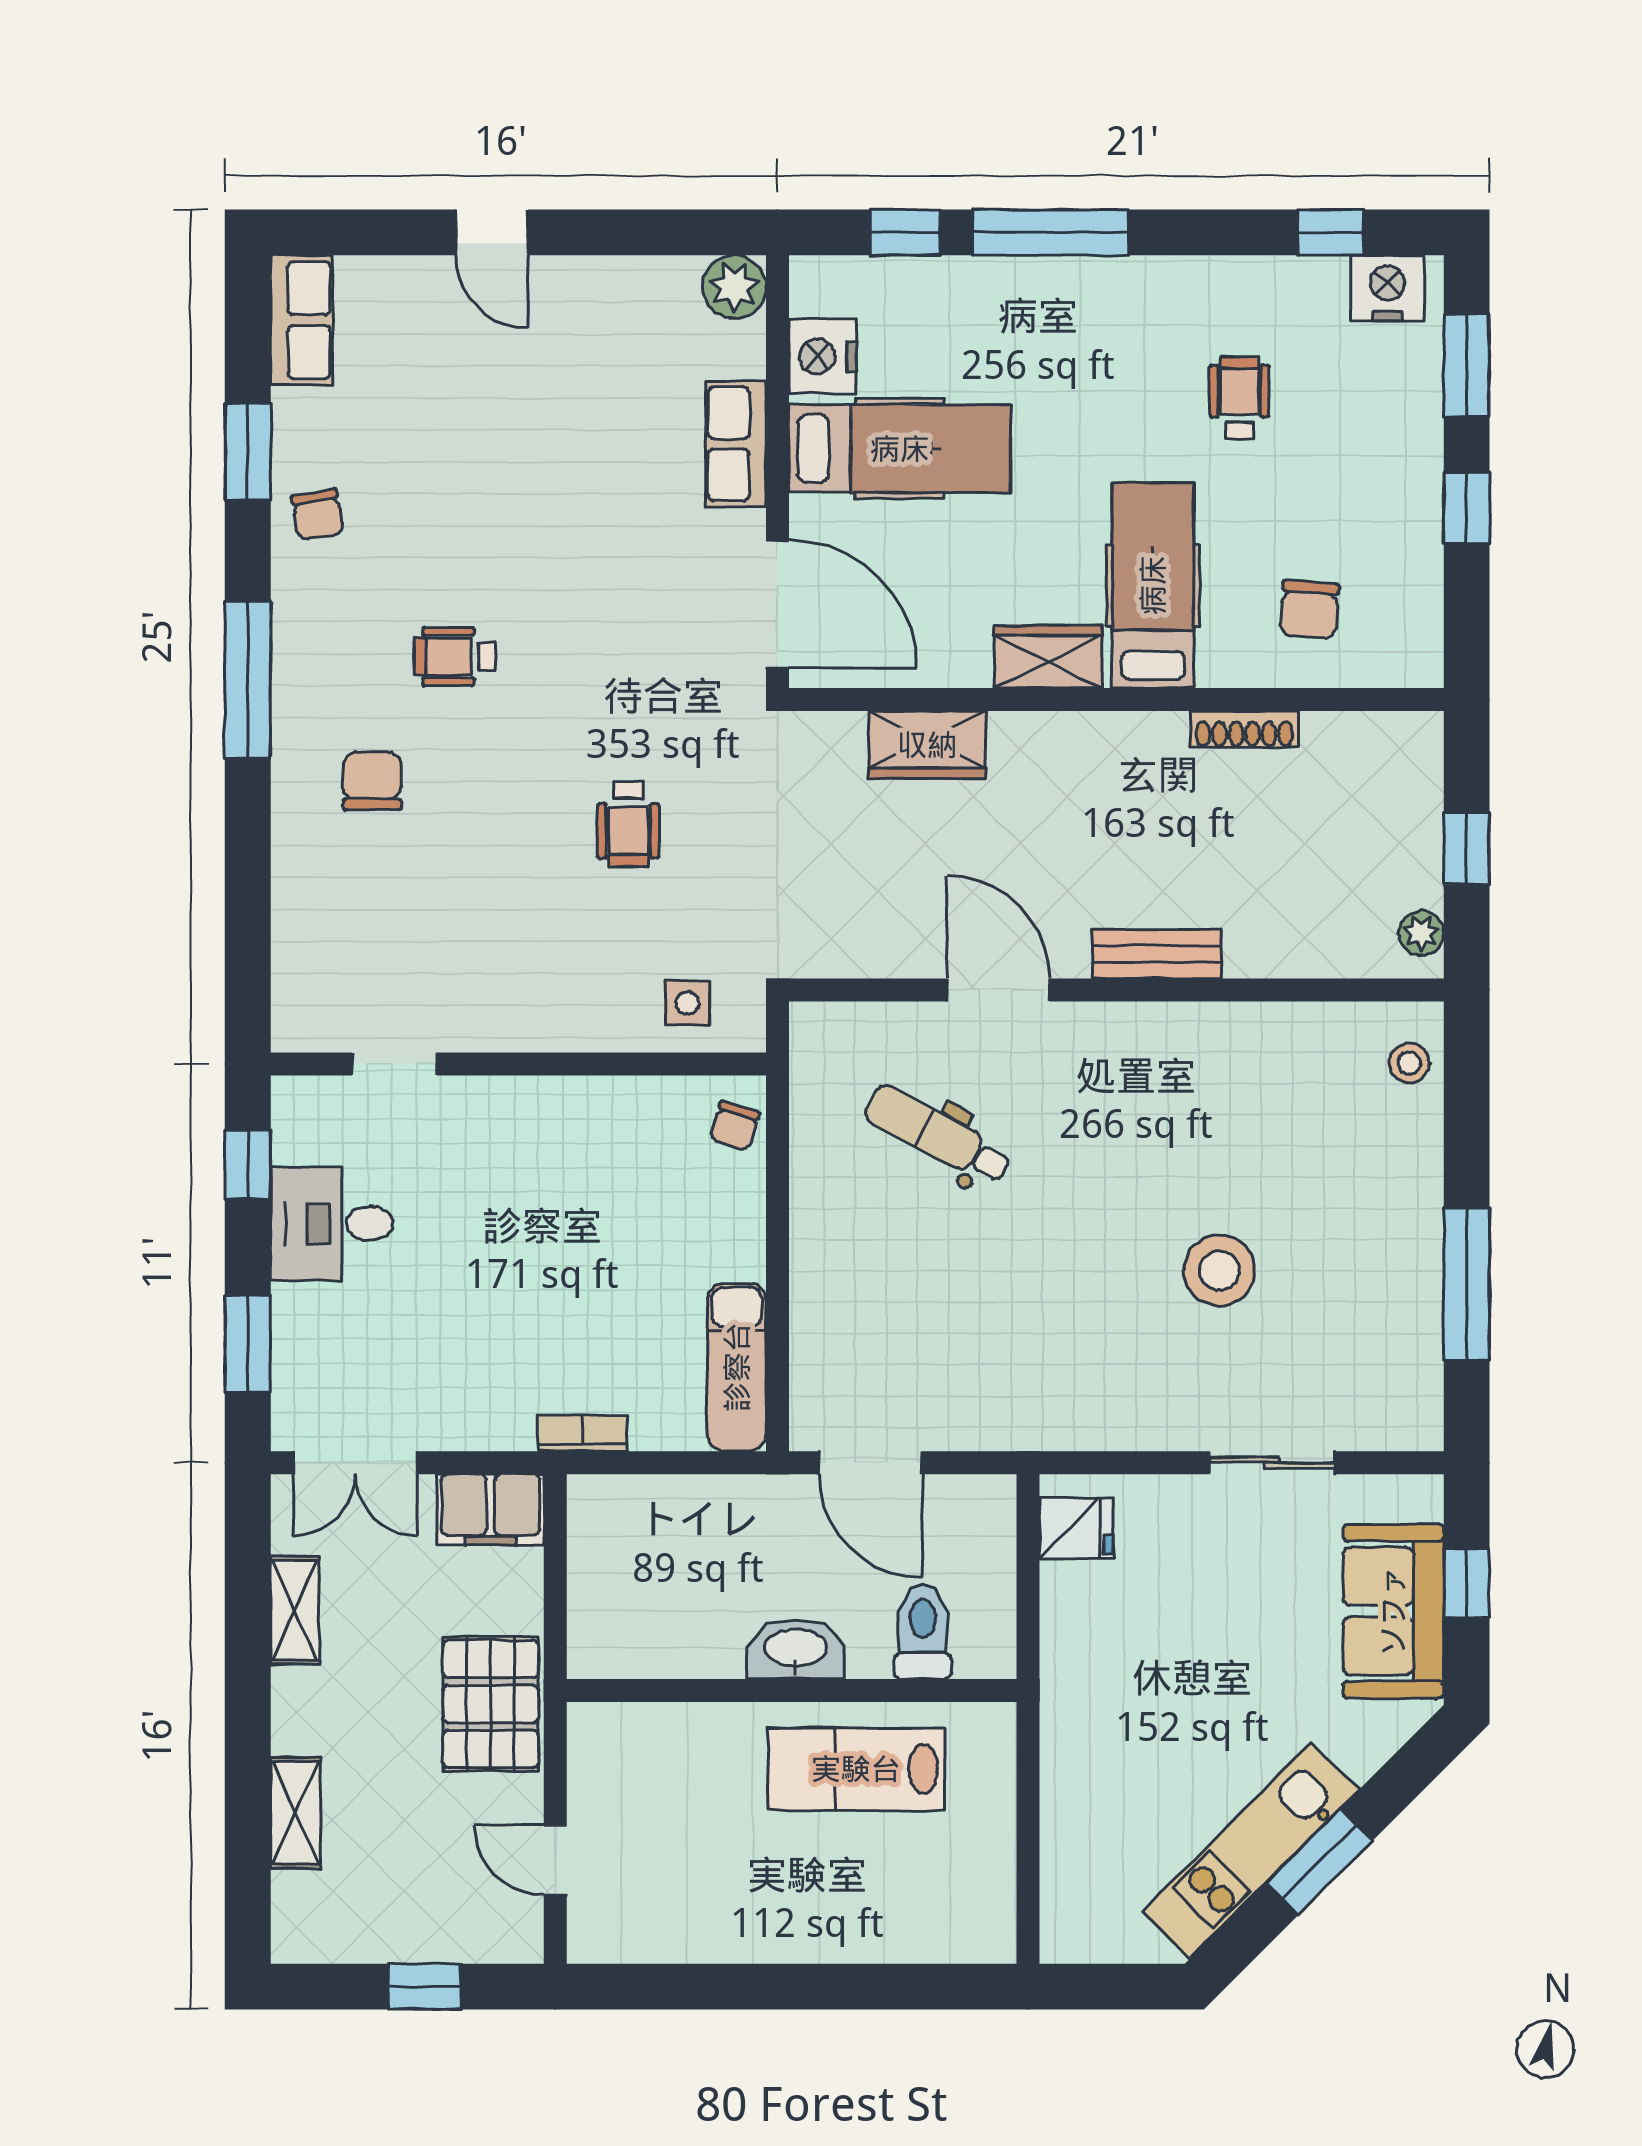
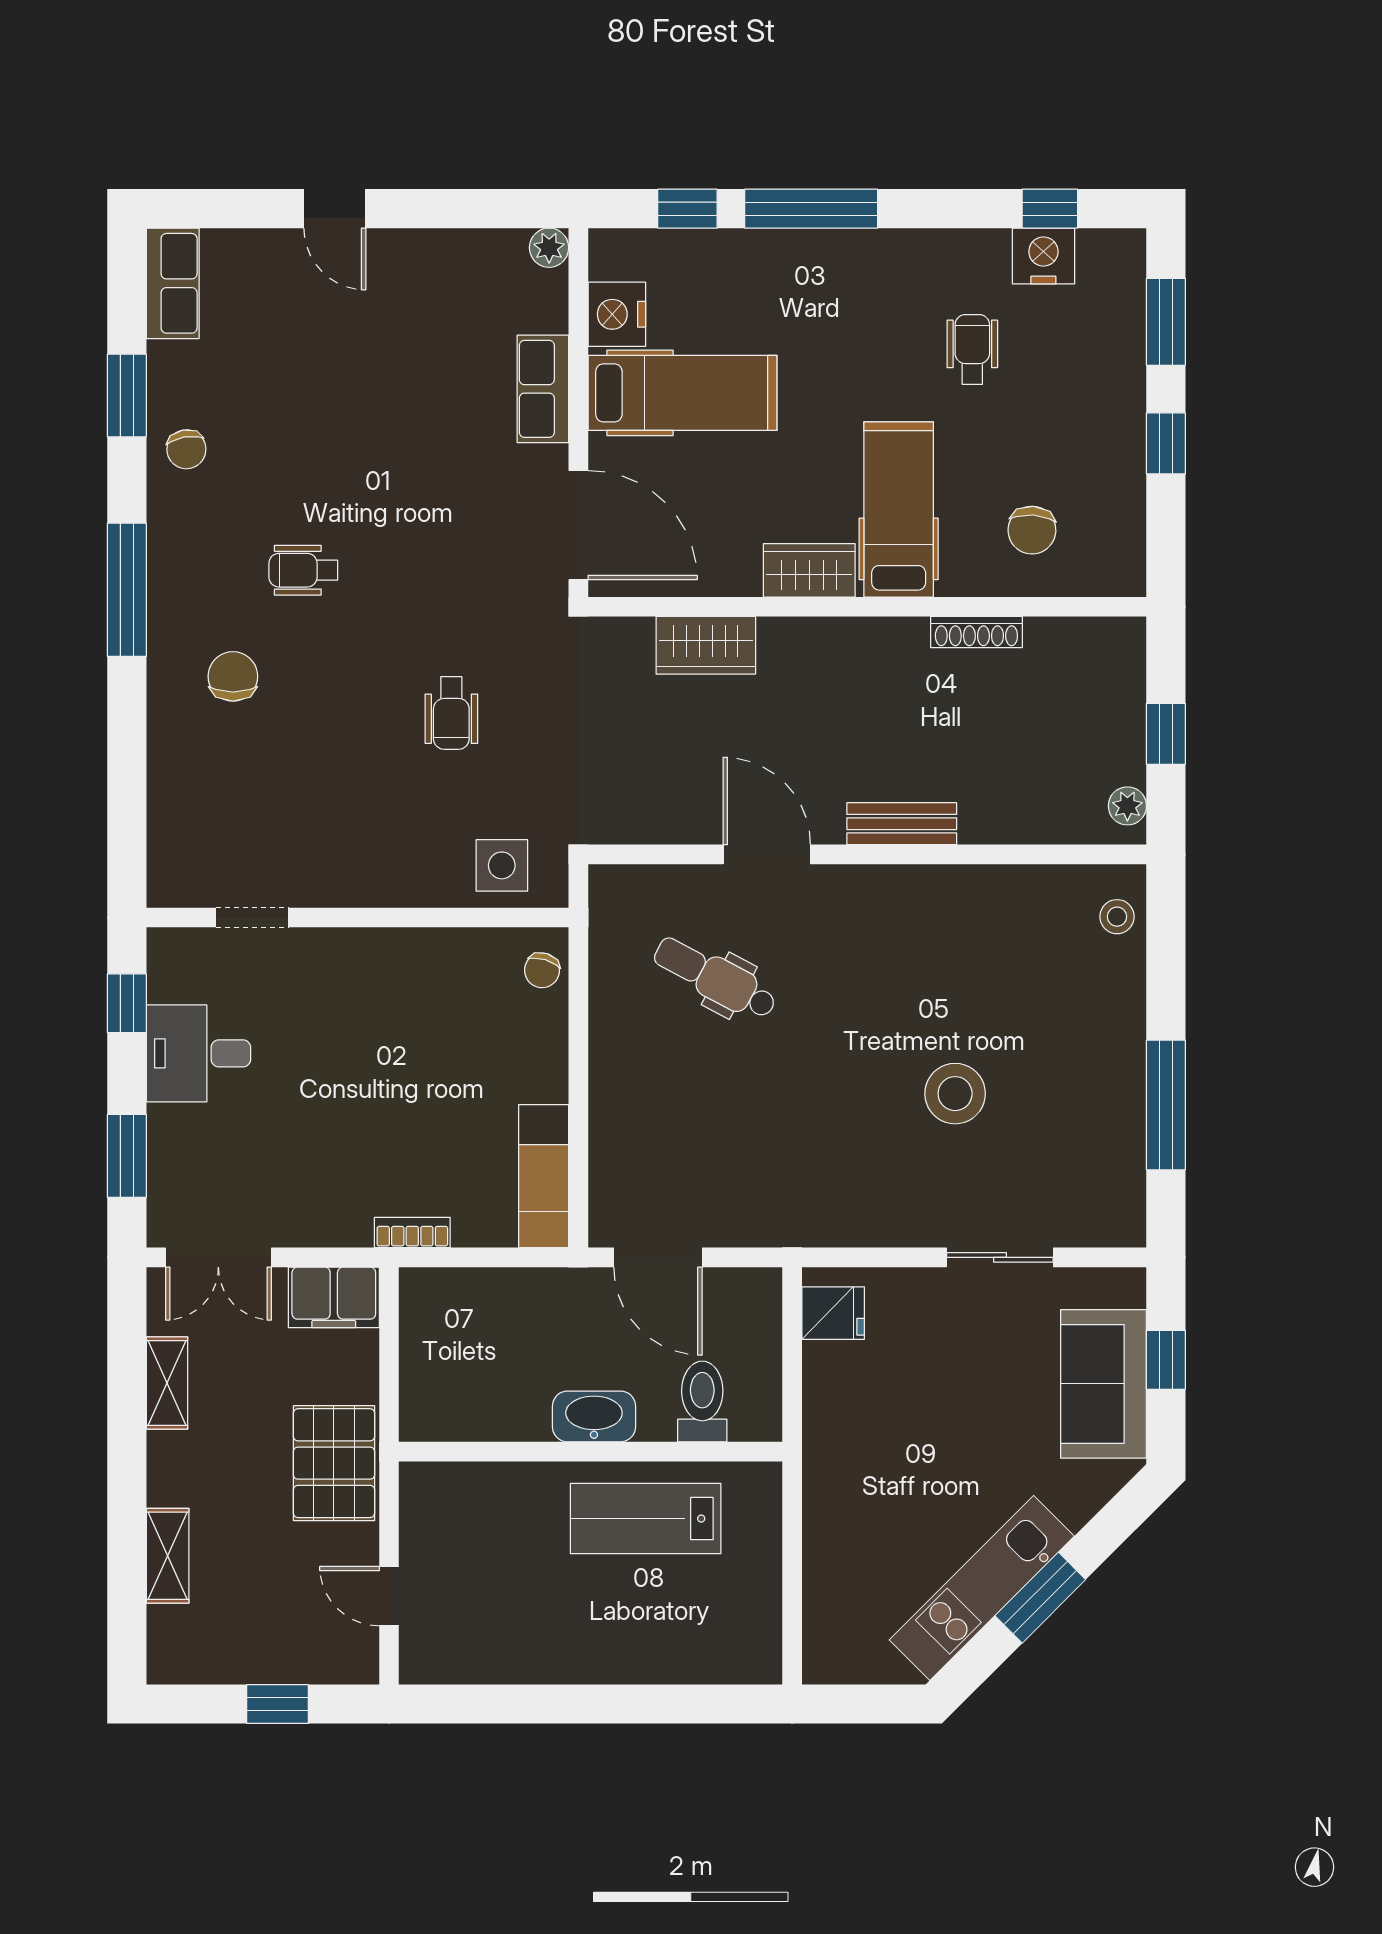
plant: (734, 287) -> (549, 248), width x0.73, depth x0.73
nightstand: (1388, 288) -> (1043, 256), moved
side table: (688, 1003) -> (502, 865), width x1.37, depth x1.37

